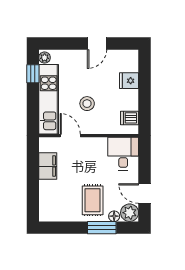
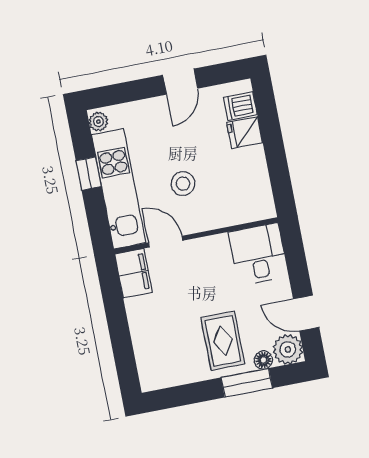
window: (33, 74) -> (89, 174), moved
dishwasher: (130, 118) -> (240, 106), moved
filing cabinet: (48, 166) -> (133, 273), moved

